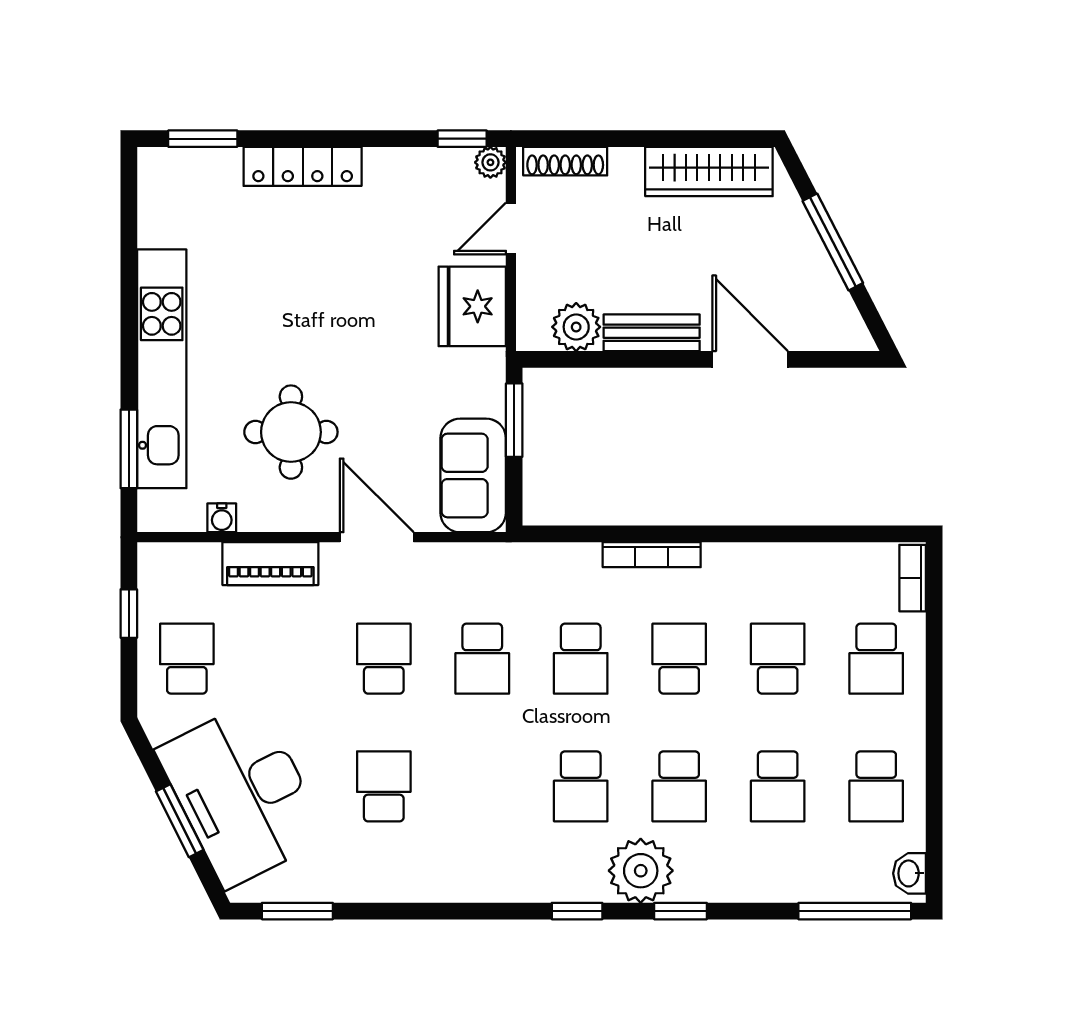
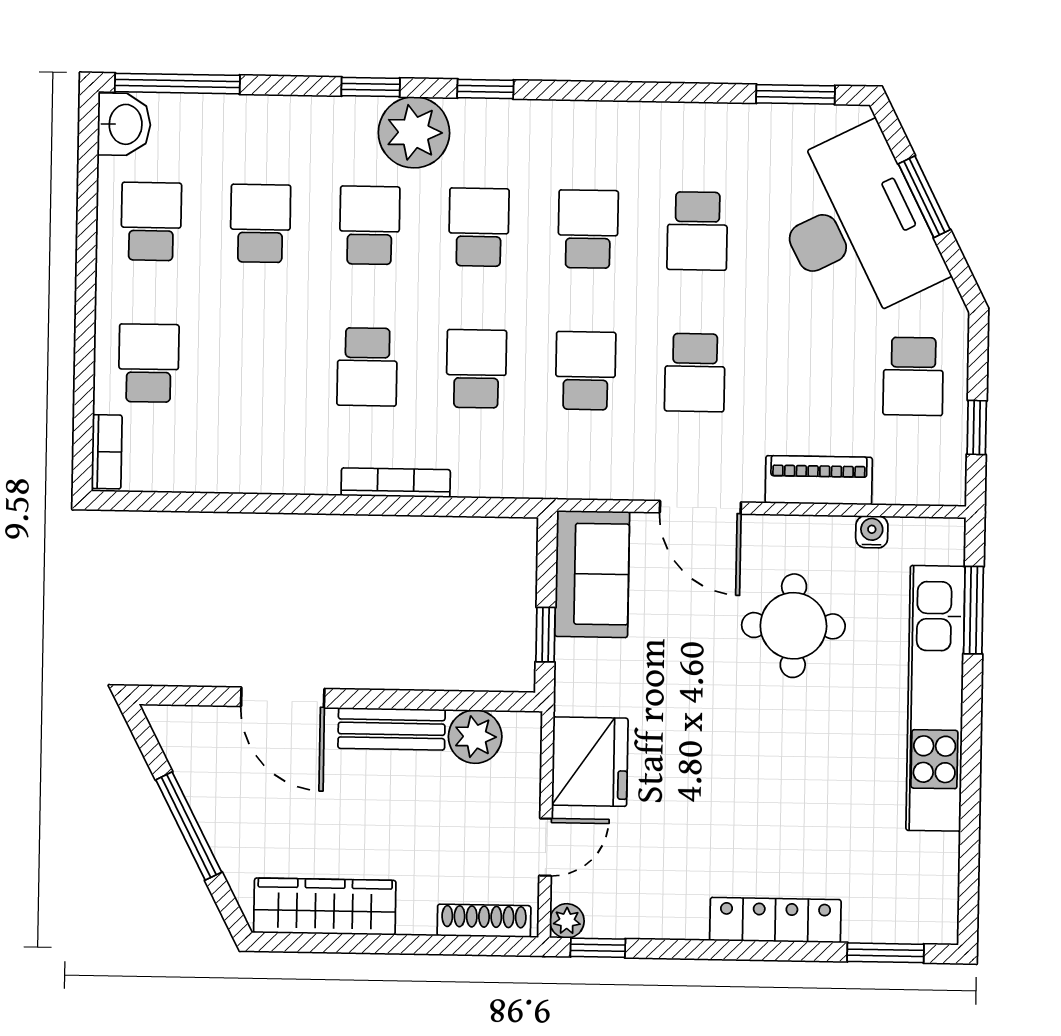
window: (514, 420) -> (546, 635), width x0.67
school desk: (778, 659) -> (588, 229), moved, turned 180
washbasin: (910, 873) -> (124, 124), width x1.38, depth x1.45

